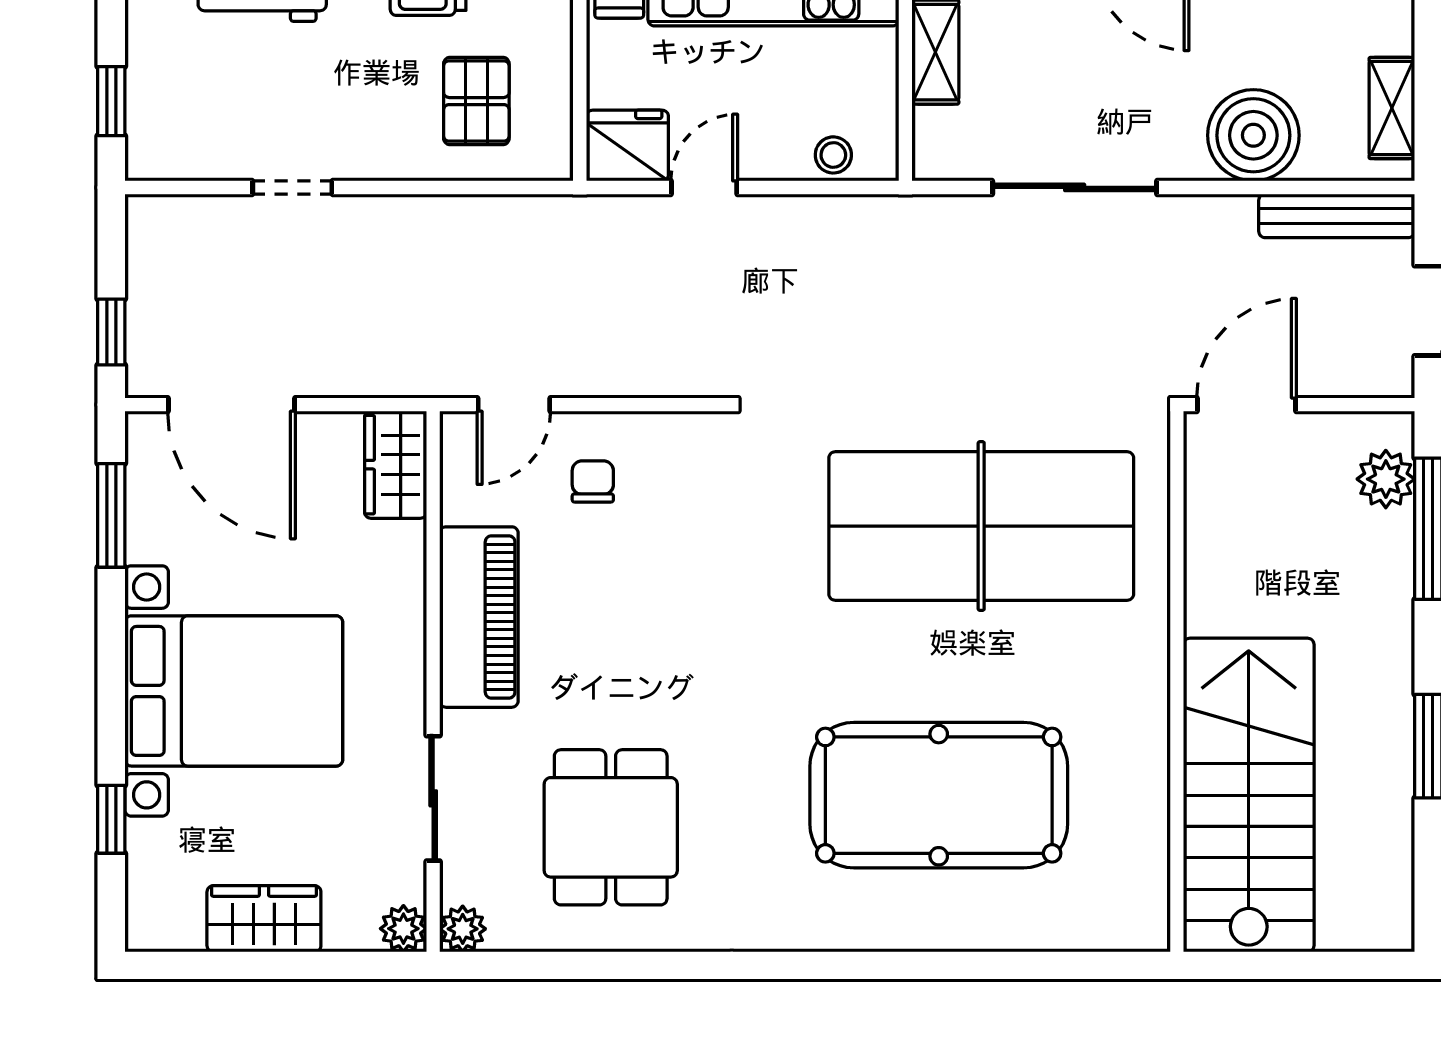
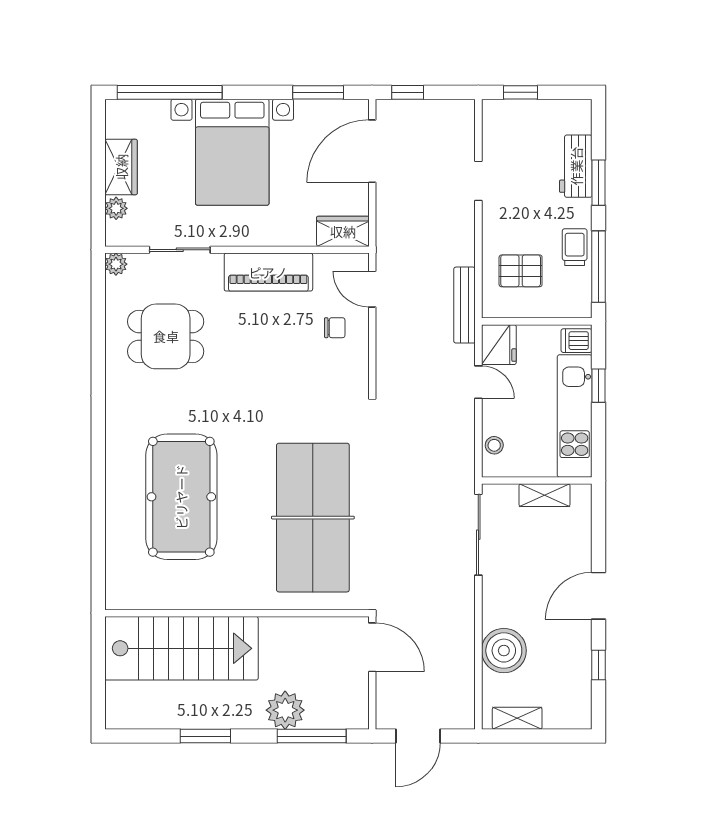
sliding door: (1075, 187) -> (478, 535), moved
bench: (1337, 216) -> (464, 305), moved
plant: (1386, 479) -> (285, 710), moved, width x1.36, depth x1.36
window: (111, 819) -> (170, 92), width x3.17
plant: (403, 929) -> (116, 208), moved

